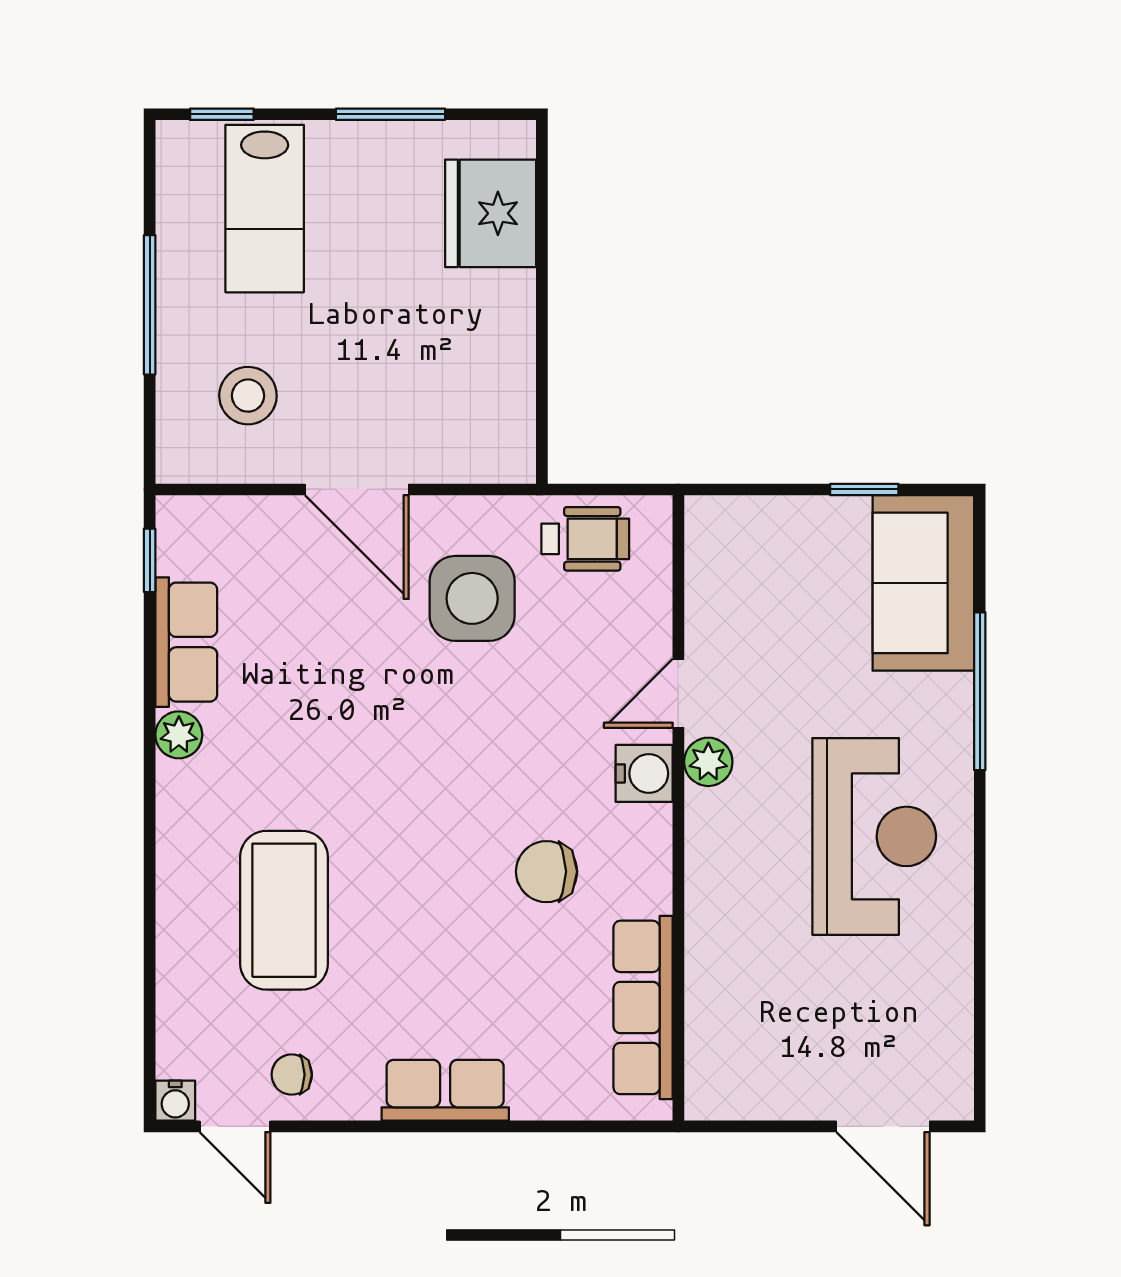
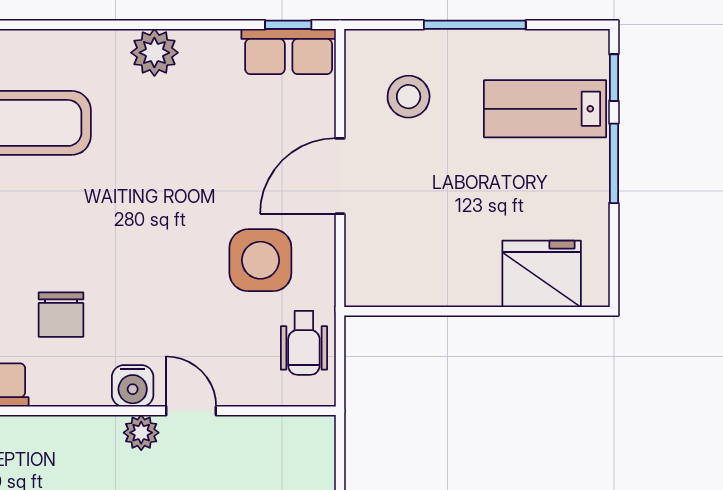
window: (391, 114) -> (614, 163), moved
row of seats: (186, 642) -> (289, 52), moved
plant: (179, 735) -> (154, 53), width x1.38, depth x1.38
chair: (547, 872) -> (61, 315), turned 180

